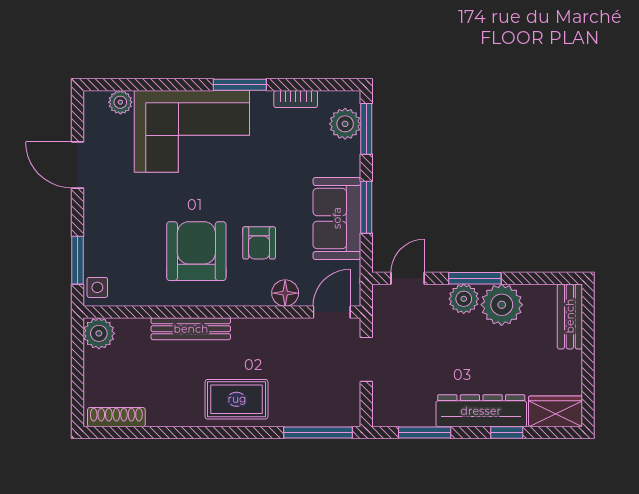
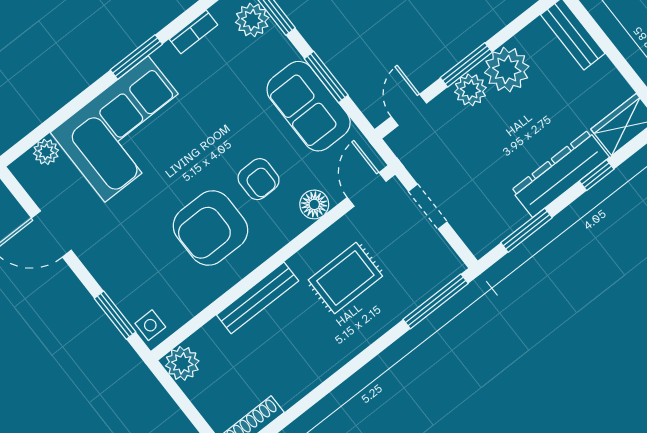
armchair: (196, 251) -> (210, 228), turned -90
rug: (237, 399) -> (345, 278), moved

